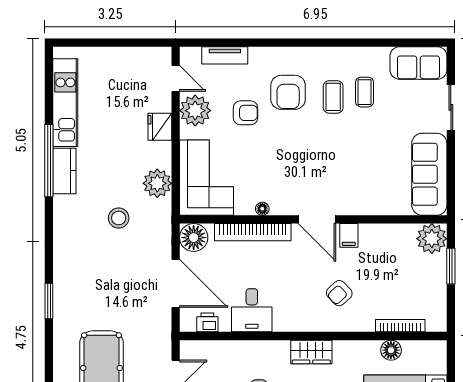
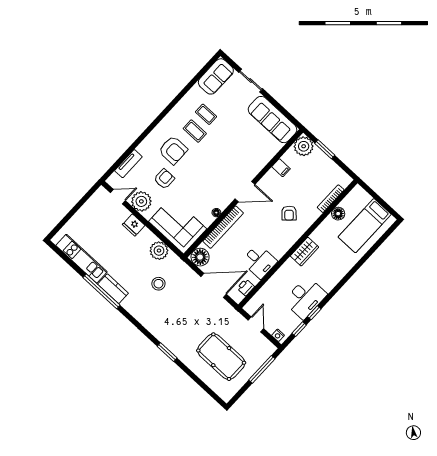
filing cabinet: (349, 235) -> (281, 168), moved

